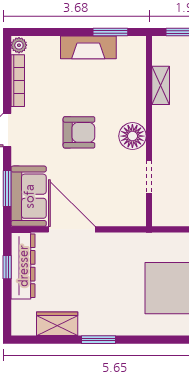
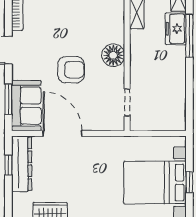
armchair: (79, 132) -> (71, 70), moved
doorway: (149, 177) -> (127, 103), moved

